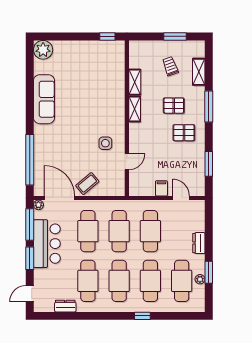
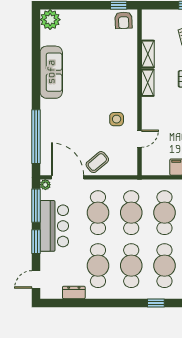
armchair: (112, 50) -> (124, 20), added

